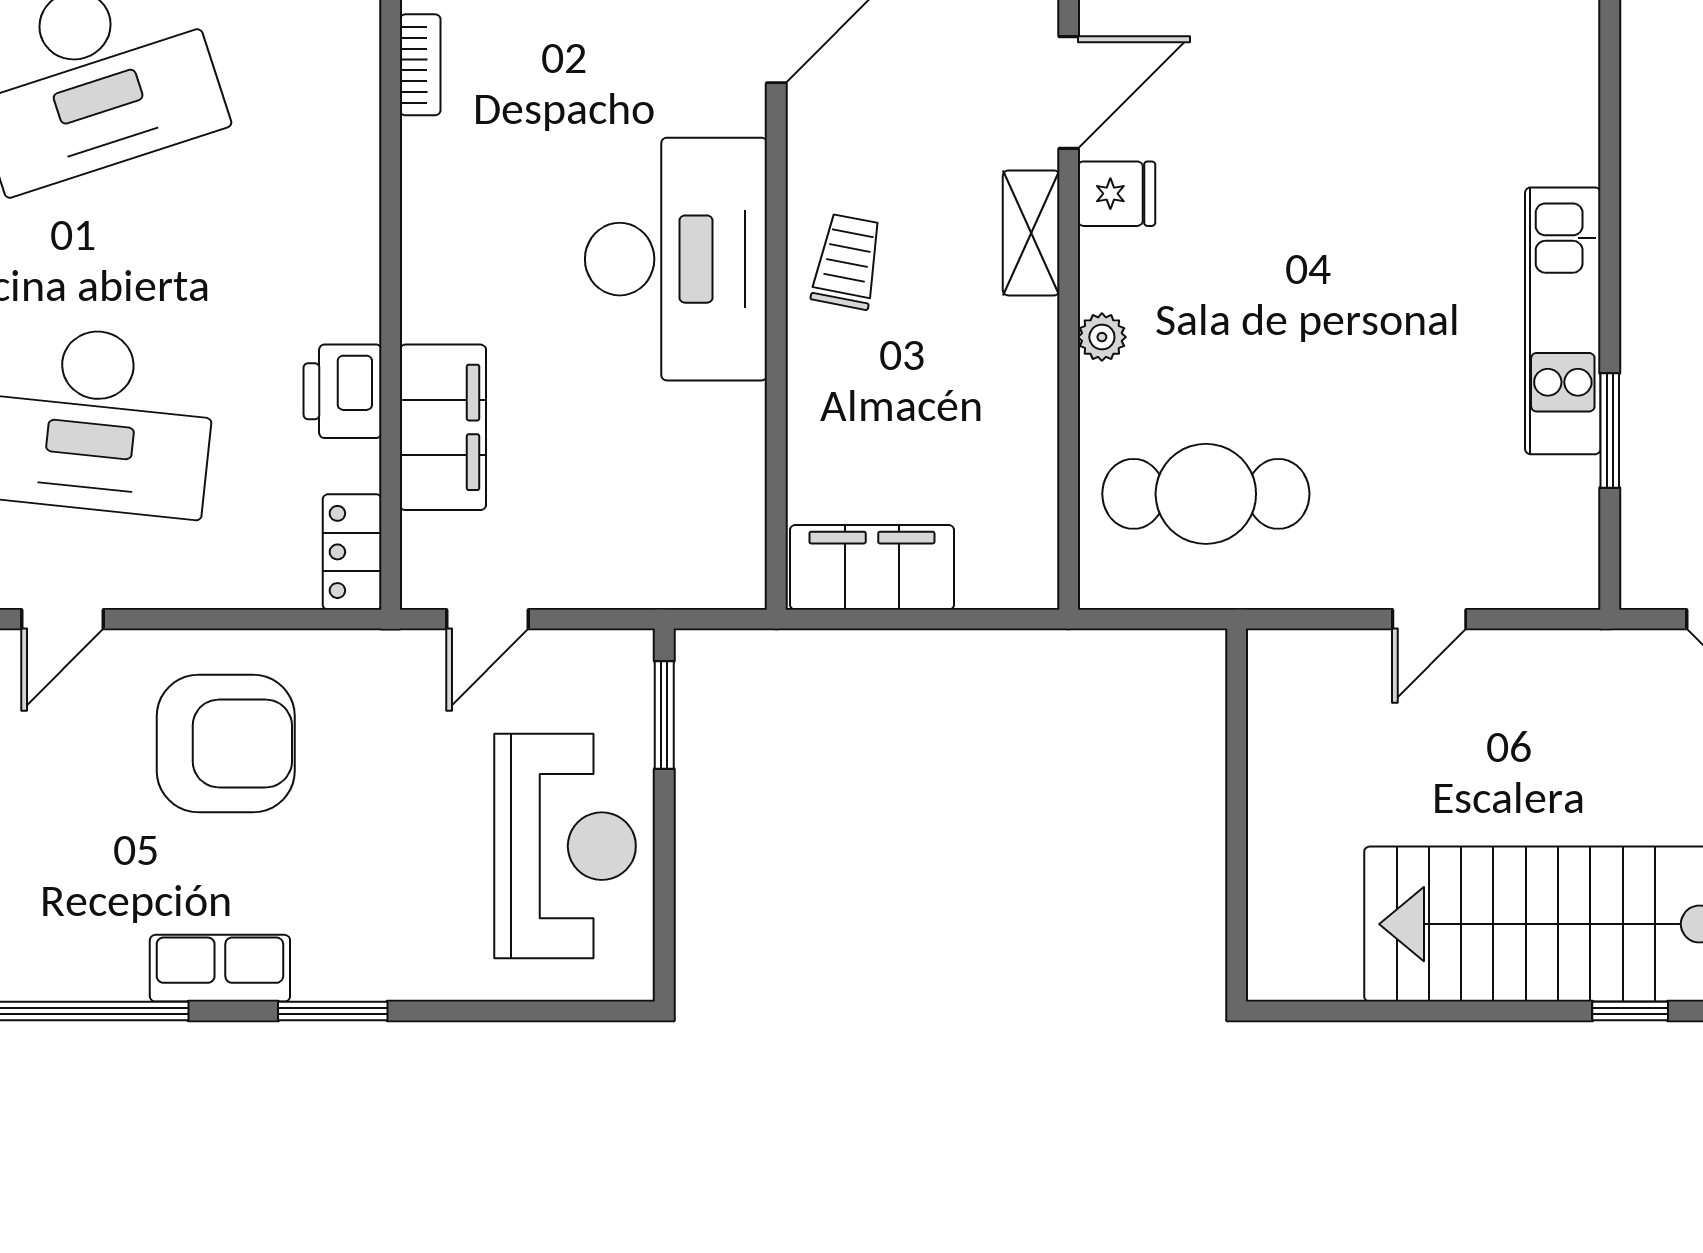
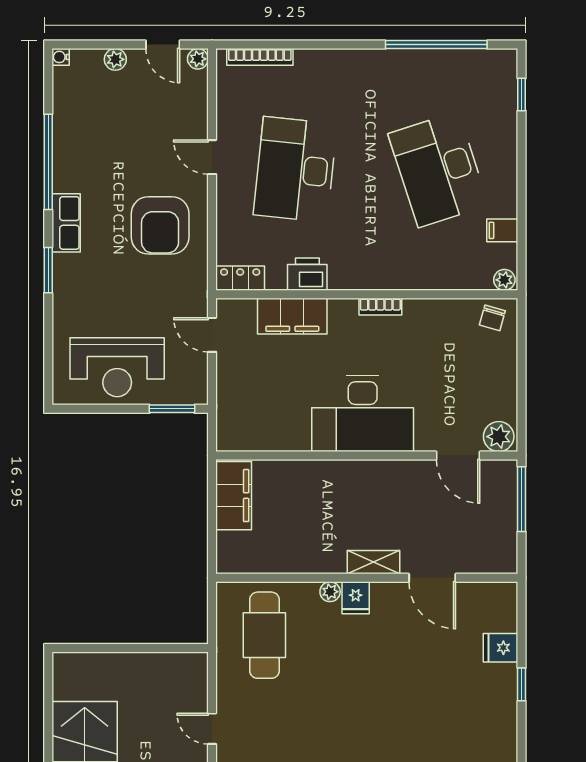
bookcase: (420, 65) -> (380, 307), moved
fridge: (1117, 194) -> (356, 598), moved
trolley: (847, 262) -> (362, 485), removed

